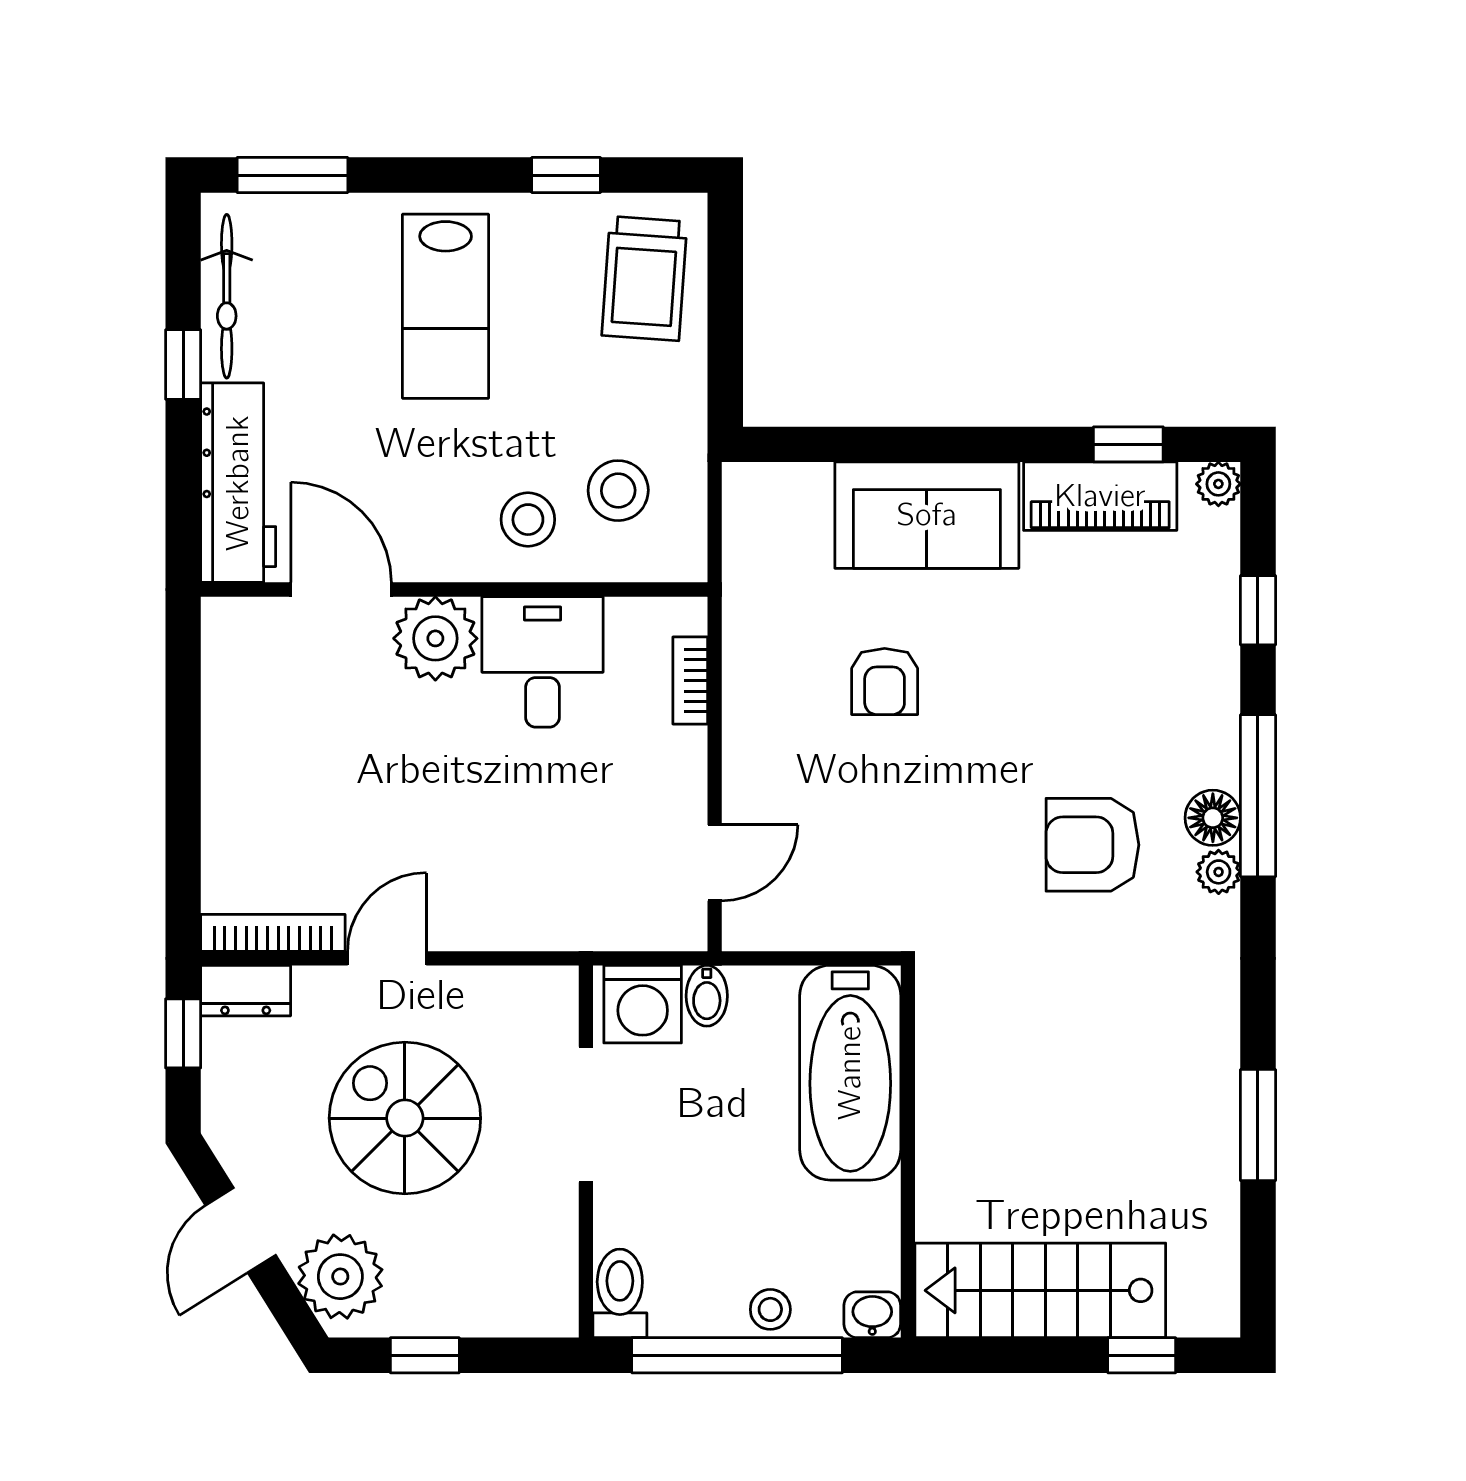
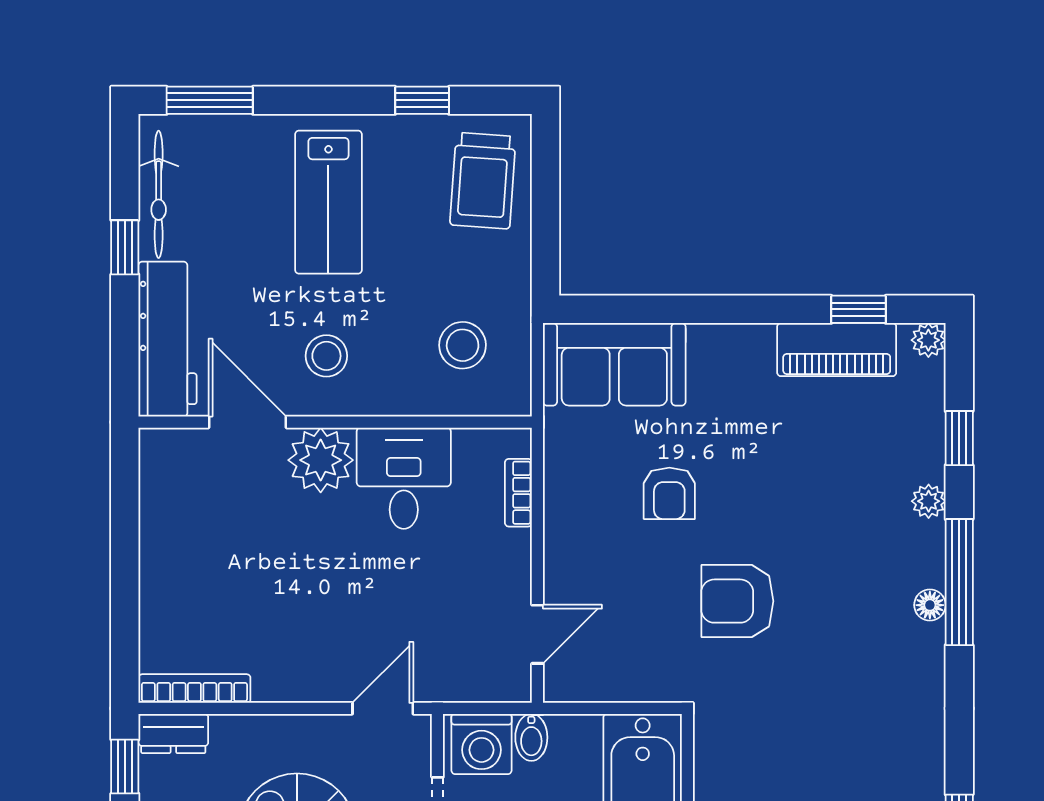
sofa: (927, 515) -> (614, 364), moved
stool: (528, 520) -> (326, 356), moved
floor lamp: (1213, 818) -> (930, 605), width x0.73, depth x0.73
armchair: (1092, 845) -> (737, 601), moved
plant: (1219, 872) -> (929, 501), moved
door: (387, 958) -> (383, 708), moved

